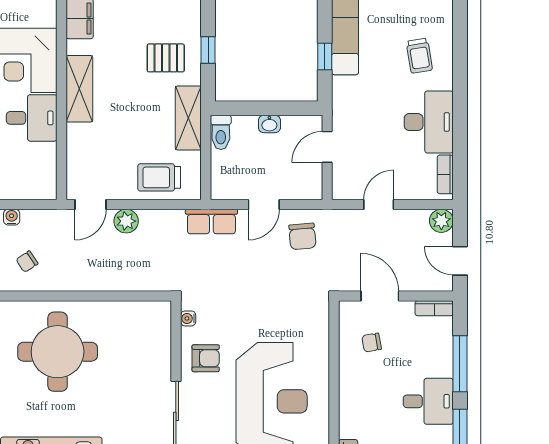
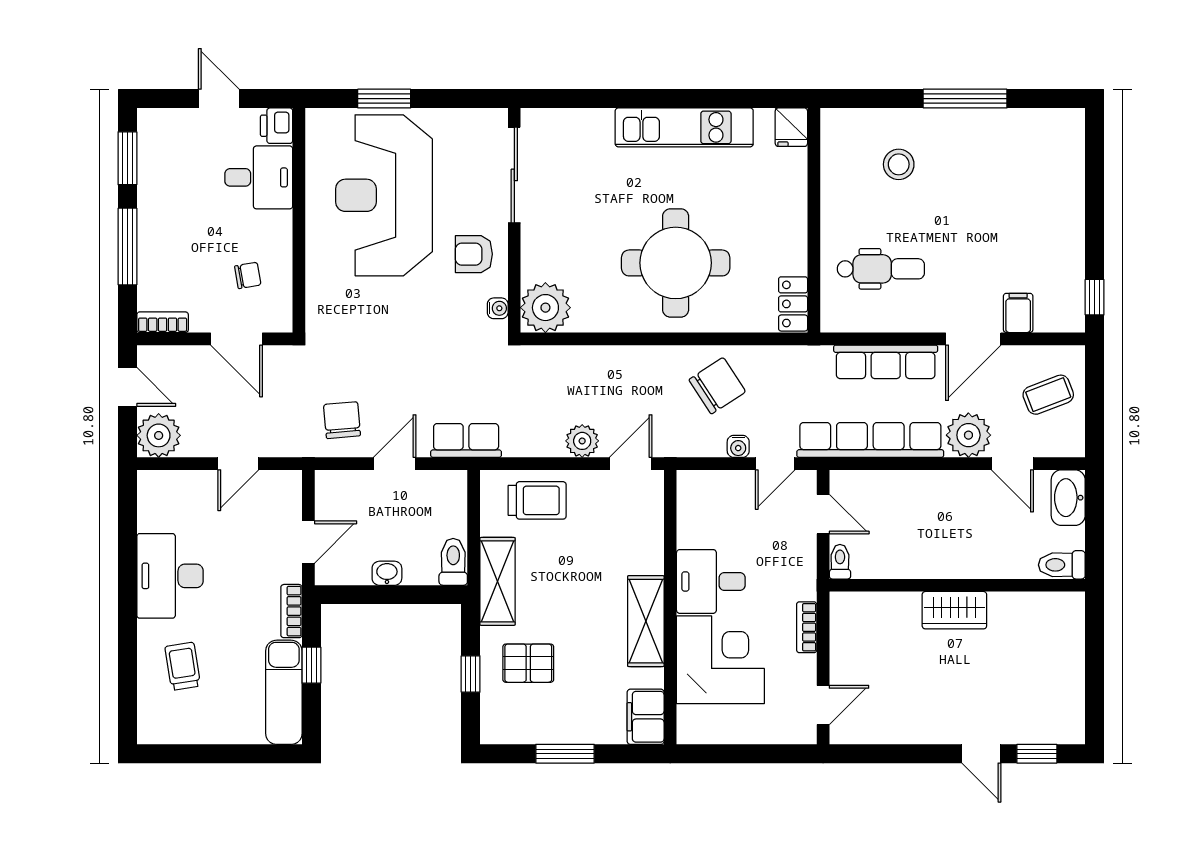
bookcase: (445, 174) -> (291, 611), moved, turned 180
plant: (441, 221) -> (159, 435), width x1.36, depth x1.36
chair: (27, 262) -> (717, 386), width x1.87, depth x1.87
plant: (153, 319) -> (545, 308), added
desk: (428, 401) -> (259, 177), moved, turned 180

